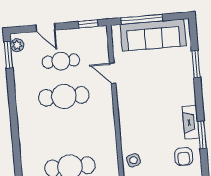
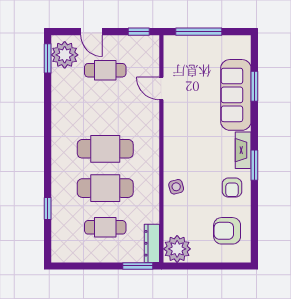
sofa: (153, 35) -> (236, 95), moved, turned 90
plant: (17, 45) -> (65, 55), width x1.88, depth x1.88
cafe table: (64, 96) -> (105, 149), moved

